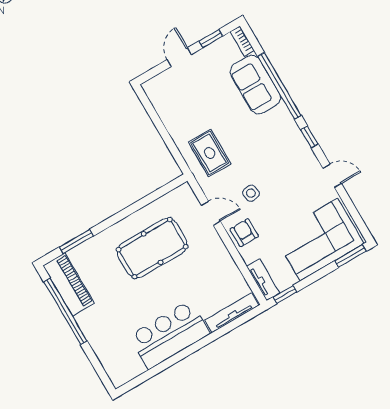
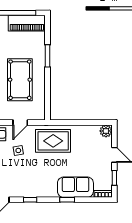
window: (279, 86) -> (67, 200), width x0.32
plant: (153, 88) -> (106, 131), added
rug: (210, 153) -> (53, 141), width x1.36, depth x1.43
window: (76, 242) -> (47, 56), moved

